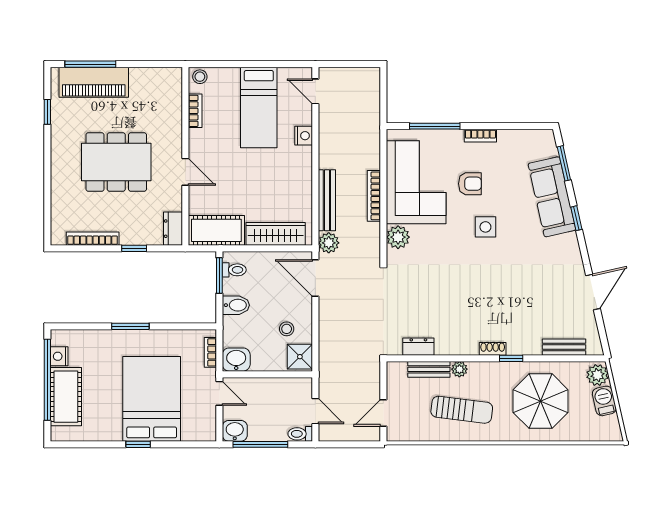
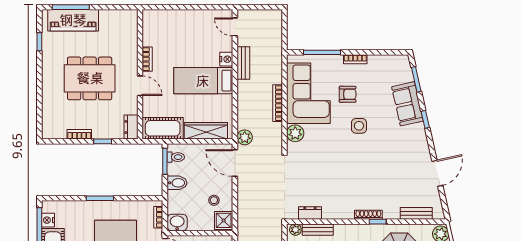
stool: (200, 77) -> (151, 16), removed
bed: (259, 108) -> (203, 81), moved, turned 90
bookcase: (195, 111) -> (147, 59), moved
sofa: (552, 197) -> (407, 104), width x0.73
bench: (327, 200) -> (243, 63), moved, width x0.73
bookcase: (93, 239) -> (79, 134), width x0.64
shoe rack: (493, 349) -> (368, 215), width x1.43
plant: (459, 369) -> (295, 230), moved

